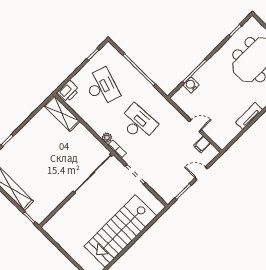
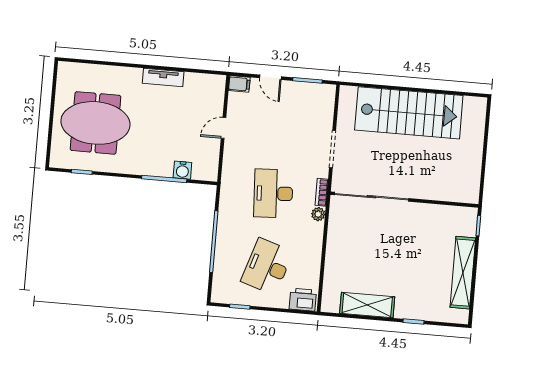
shelving: (62, 113) -> (367, 305), moved, turned 90
door: (195, 126) -> (224, 128), hinge flipped
filing cabinet: (202, 144) -> (239, 84), moved

